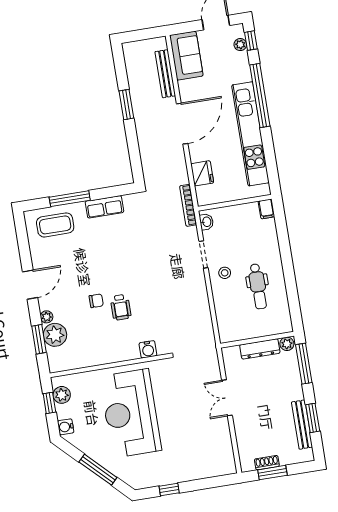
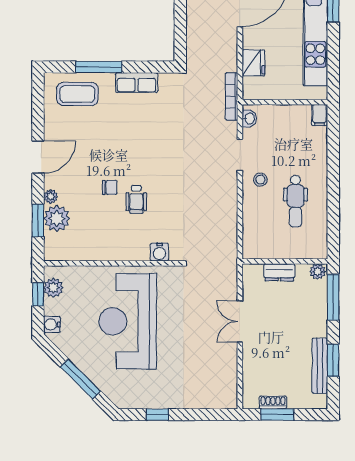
dresser: (260, 349) -> (279, 272), width x0.70

